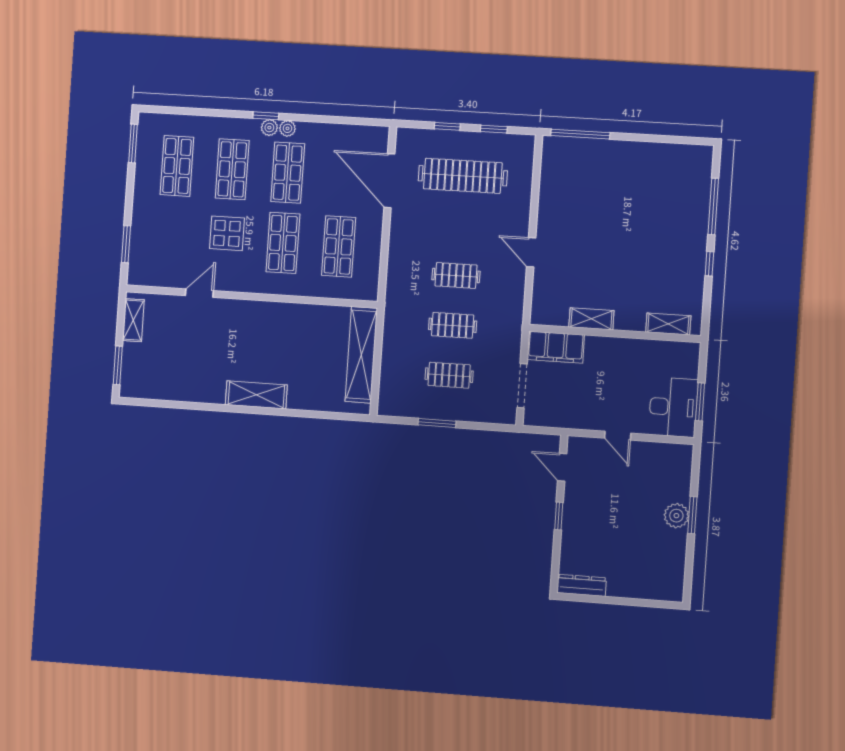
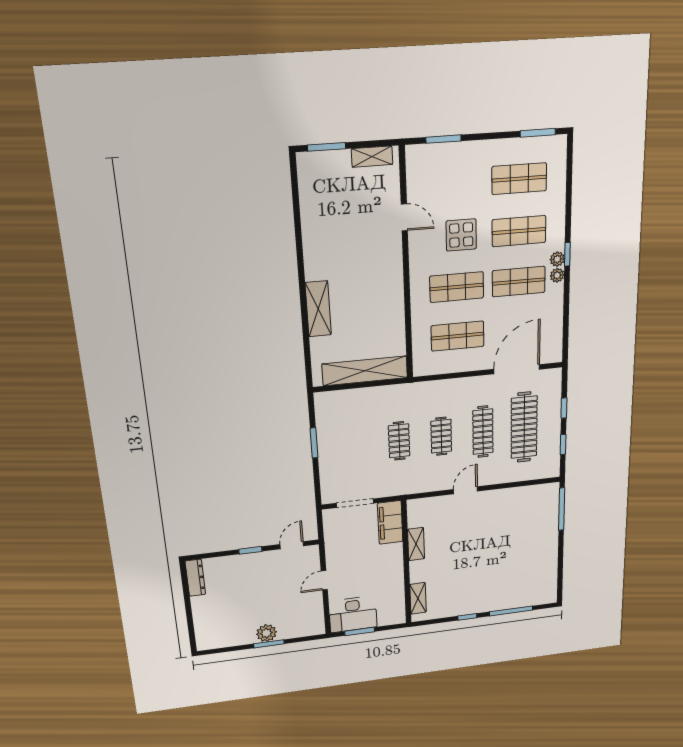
clothes rail: (449, 375) -> (483, 432), moved, width x1.36
shelving: (256, 395) -> (318, 309), moved

